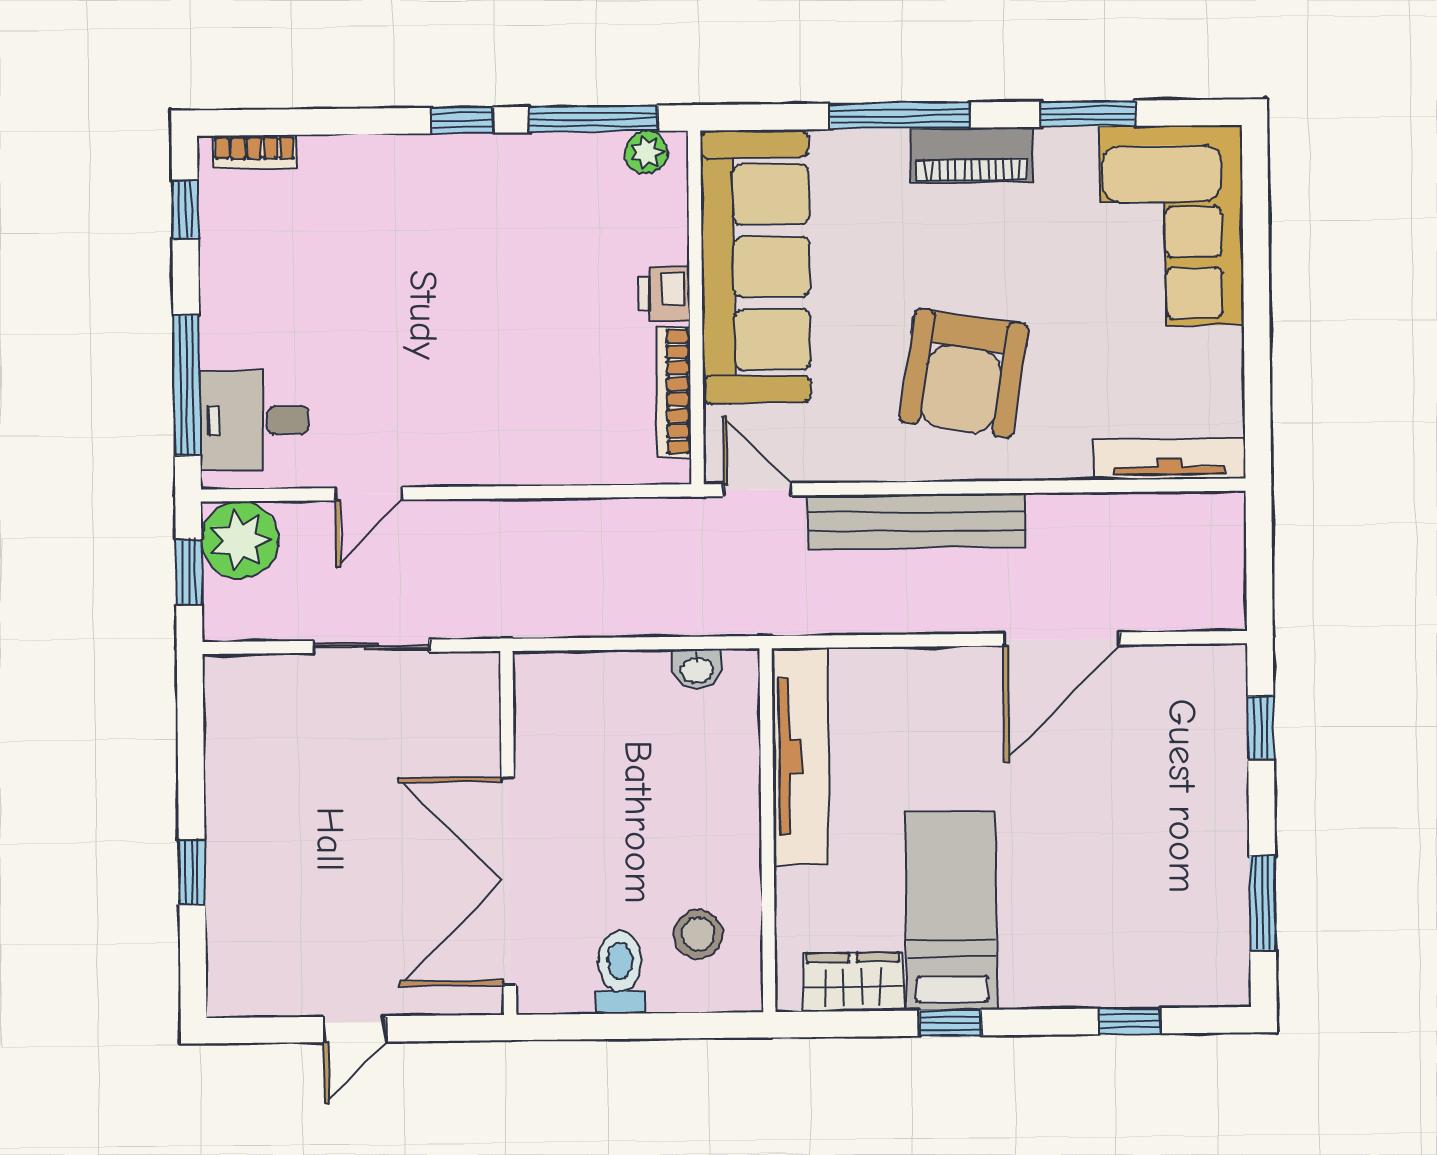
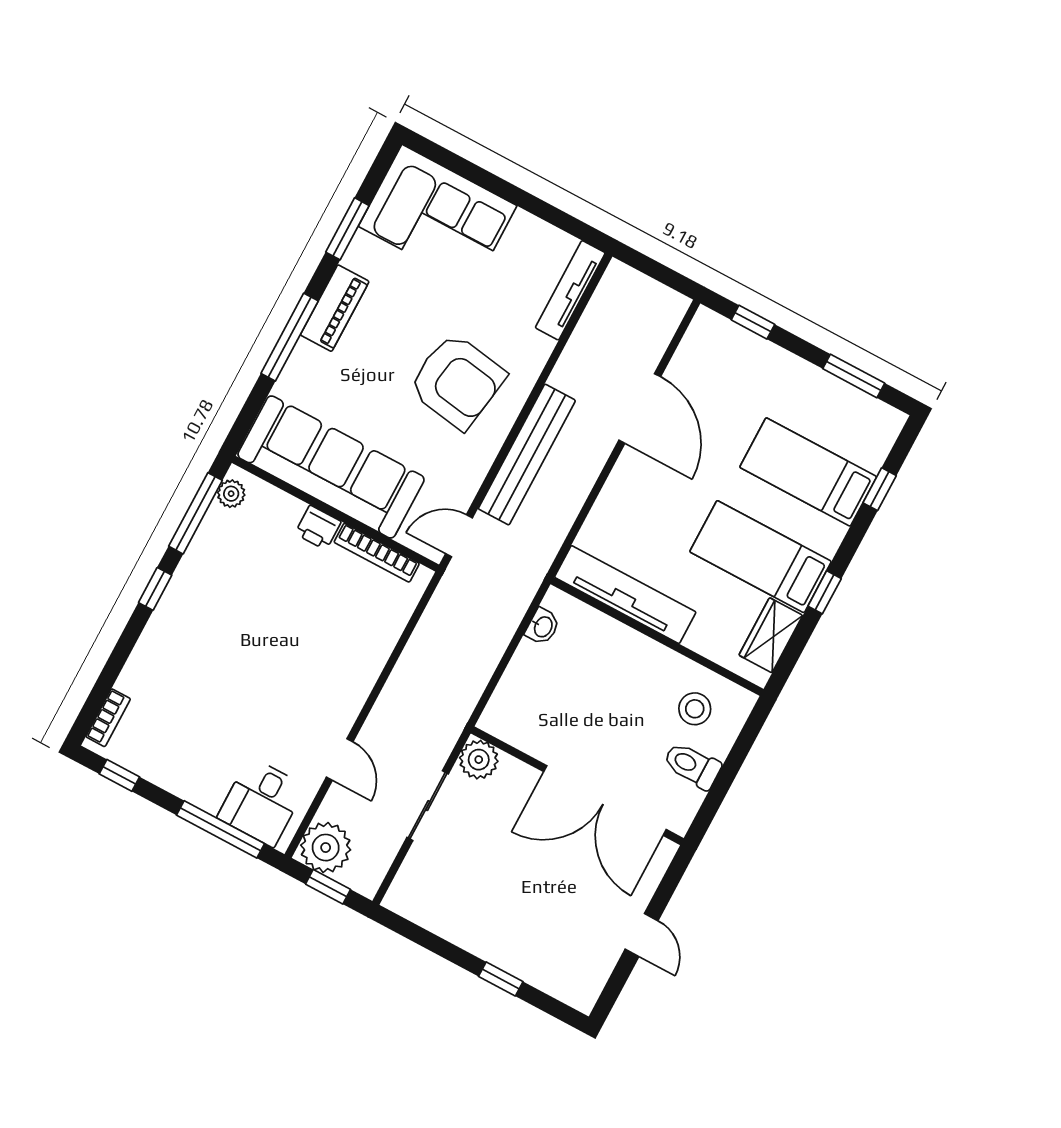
plant: (471, 681) -> (479, 760), added
bed: (1100, 912) -> (808, 472), added

